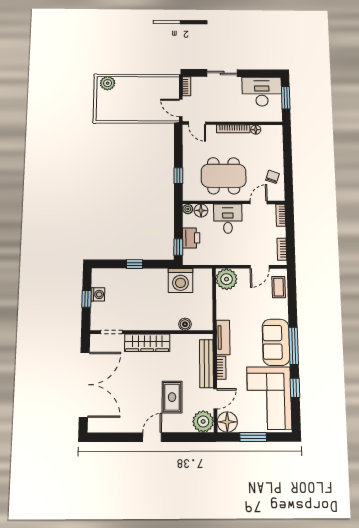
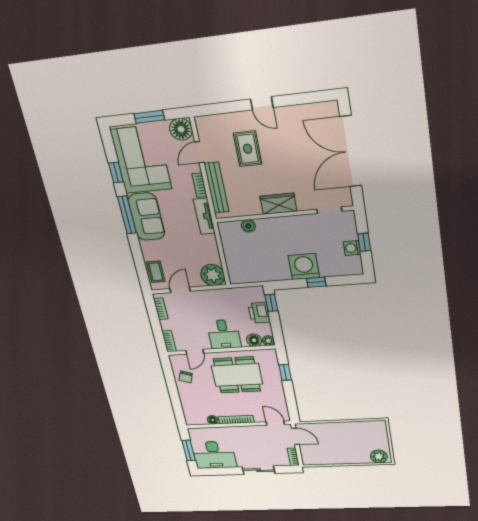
washing machine: (180, 280) -> (304, 266), moved
wardrobe: (147, 343) -> (278, 204), width x0.67
plant: (203, 421) -> (208, 127), removed
door: (152, 437) -> (262, 103), hinge flipped

